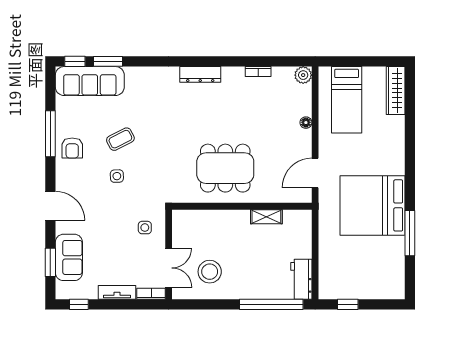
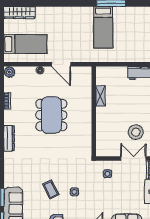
dining table: (225, 168) -> (51, 115), moved
door: (315, 173) -> (61, 64), moved
bed: (373, 205) -> (103, 27), width x0.49

